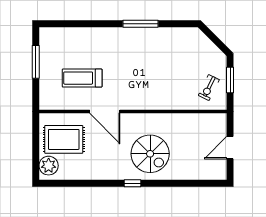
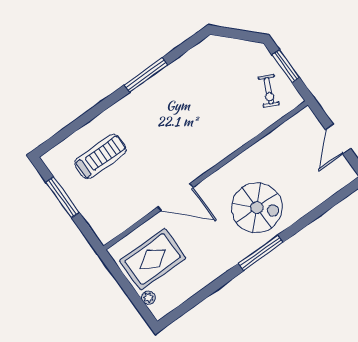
treadmill: (82, 78) -> (100, 157), moved, turned 180
plant: (49, 166) -> (148, 298), width x0.53, depth x0.53
window: (132, 183) -> (261, 253), width x2.17

